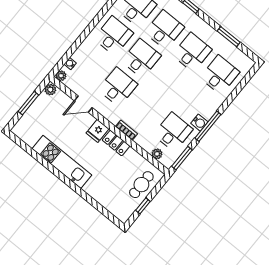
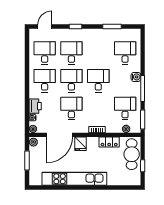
desk: (192, 52) -> (98, 81), moved
printer: (82, 54) -> (35, 106), added
door: (83, 104) -> (59, 135), width x1.87
water cooler: (199, 123) -> (136, 77), moved
locker: (116, 143) -> (109, 142), moved
kitchen unit: (62, 162) -> (74, 179), width x1.36
cafe table: (141, 185) -> (132, 154), width x1.37, depth x1.35

